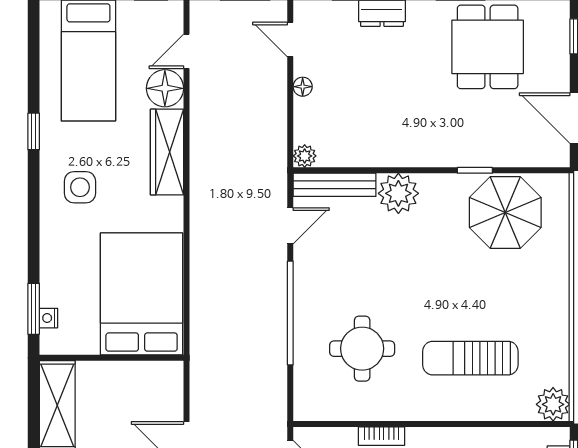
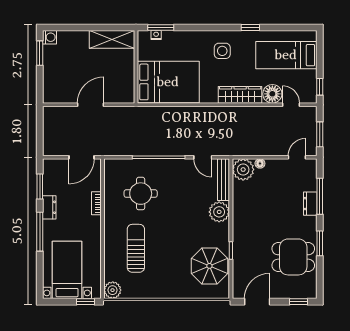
floor lamp: (303, 87) -> (260, 163), moved
plant: (305, 156) -> (243, 170), width x1.88, depth x1.88

